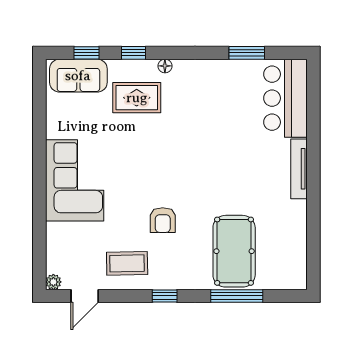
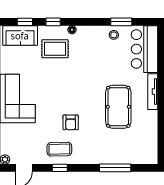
stool: (234, 75) -> (114, 35), added
pool table: (234, 251) -> (118, 107), moved
coffee table: (127, 263) -> (59, 149), moved
window: (165, 296) -> (60, 168), moved

